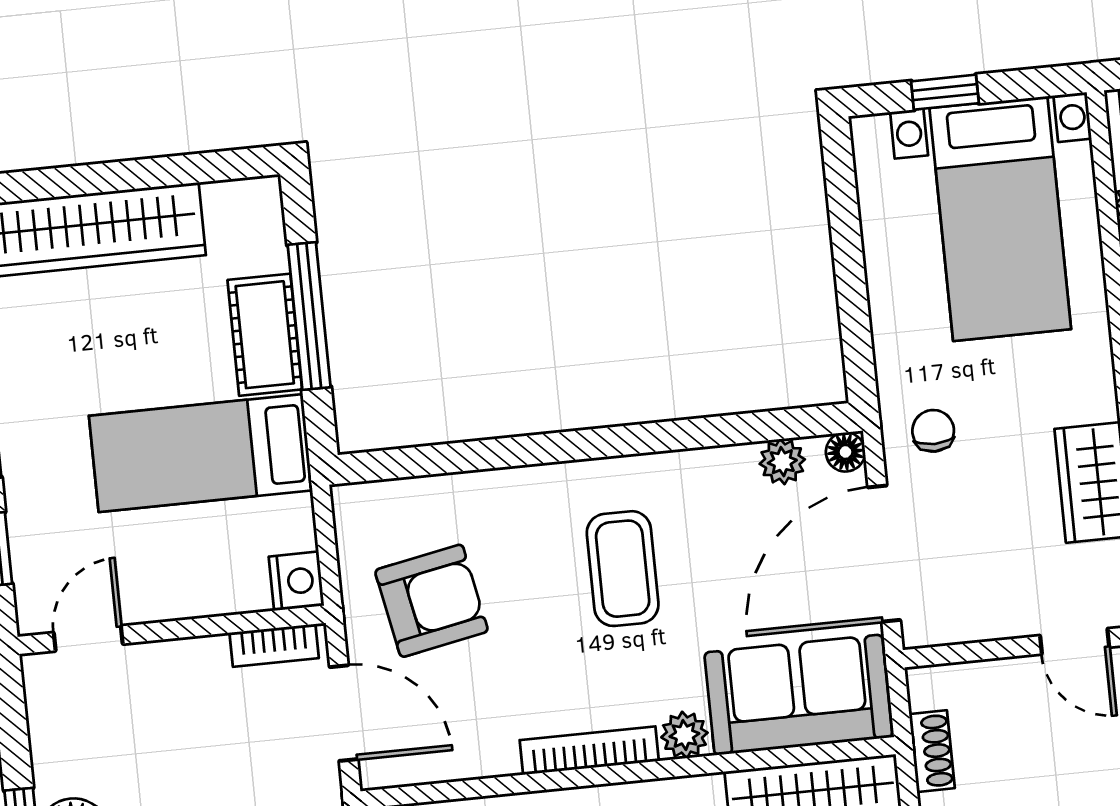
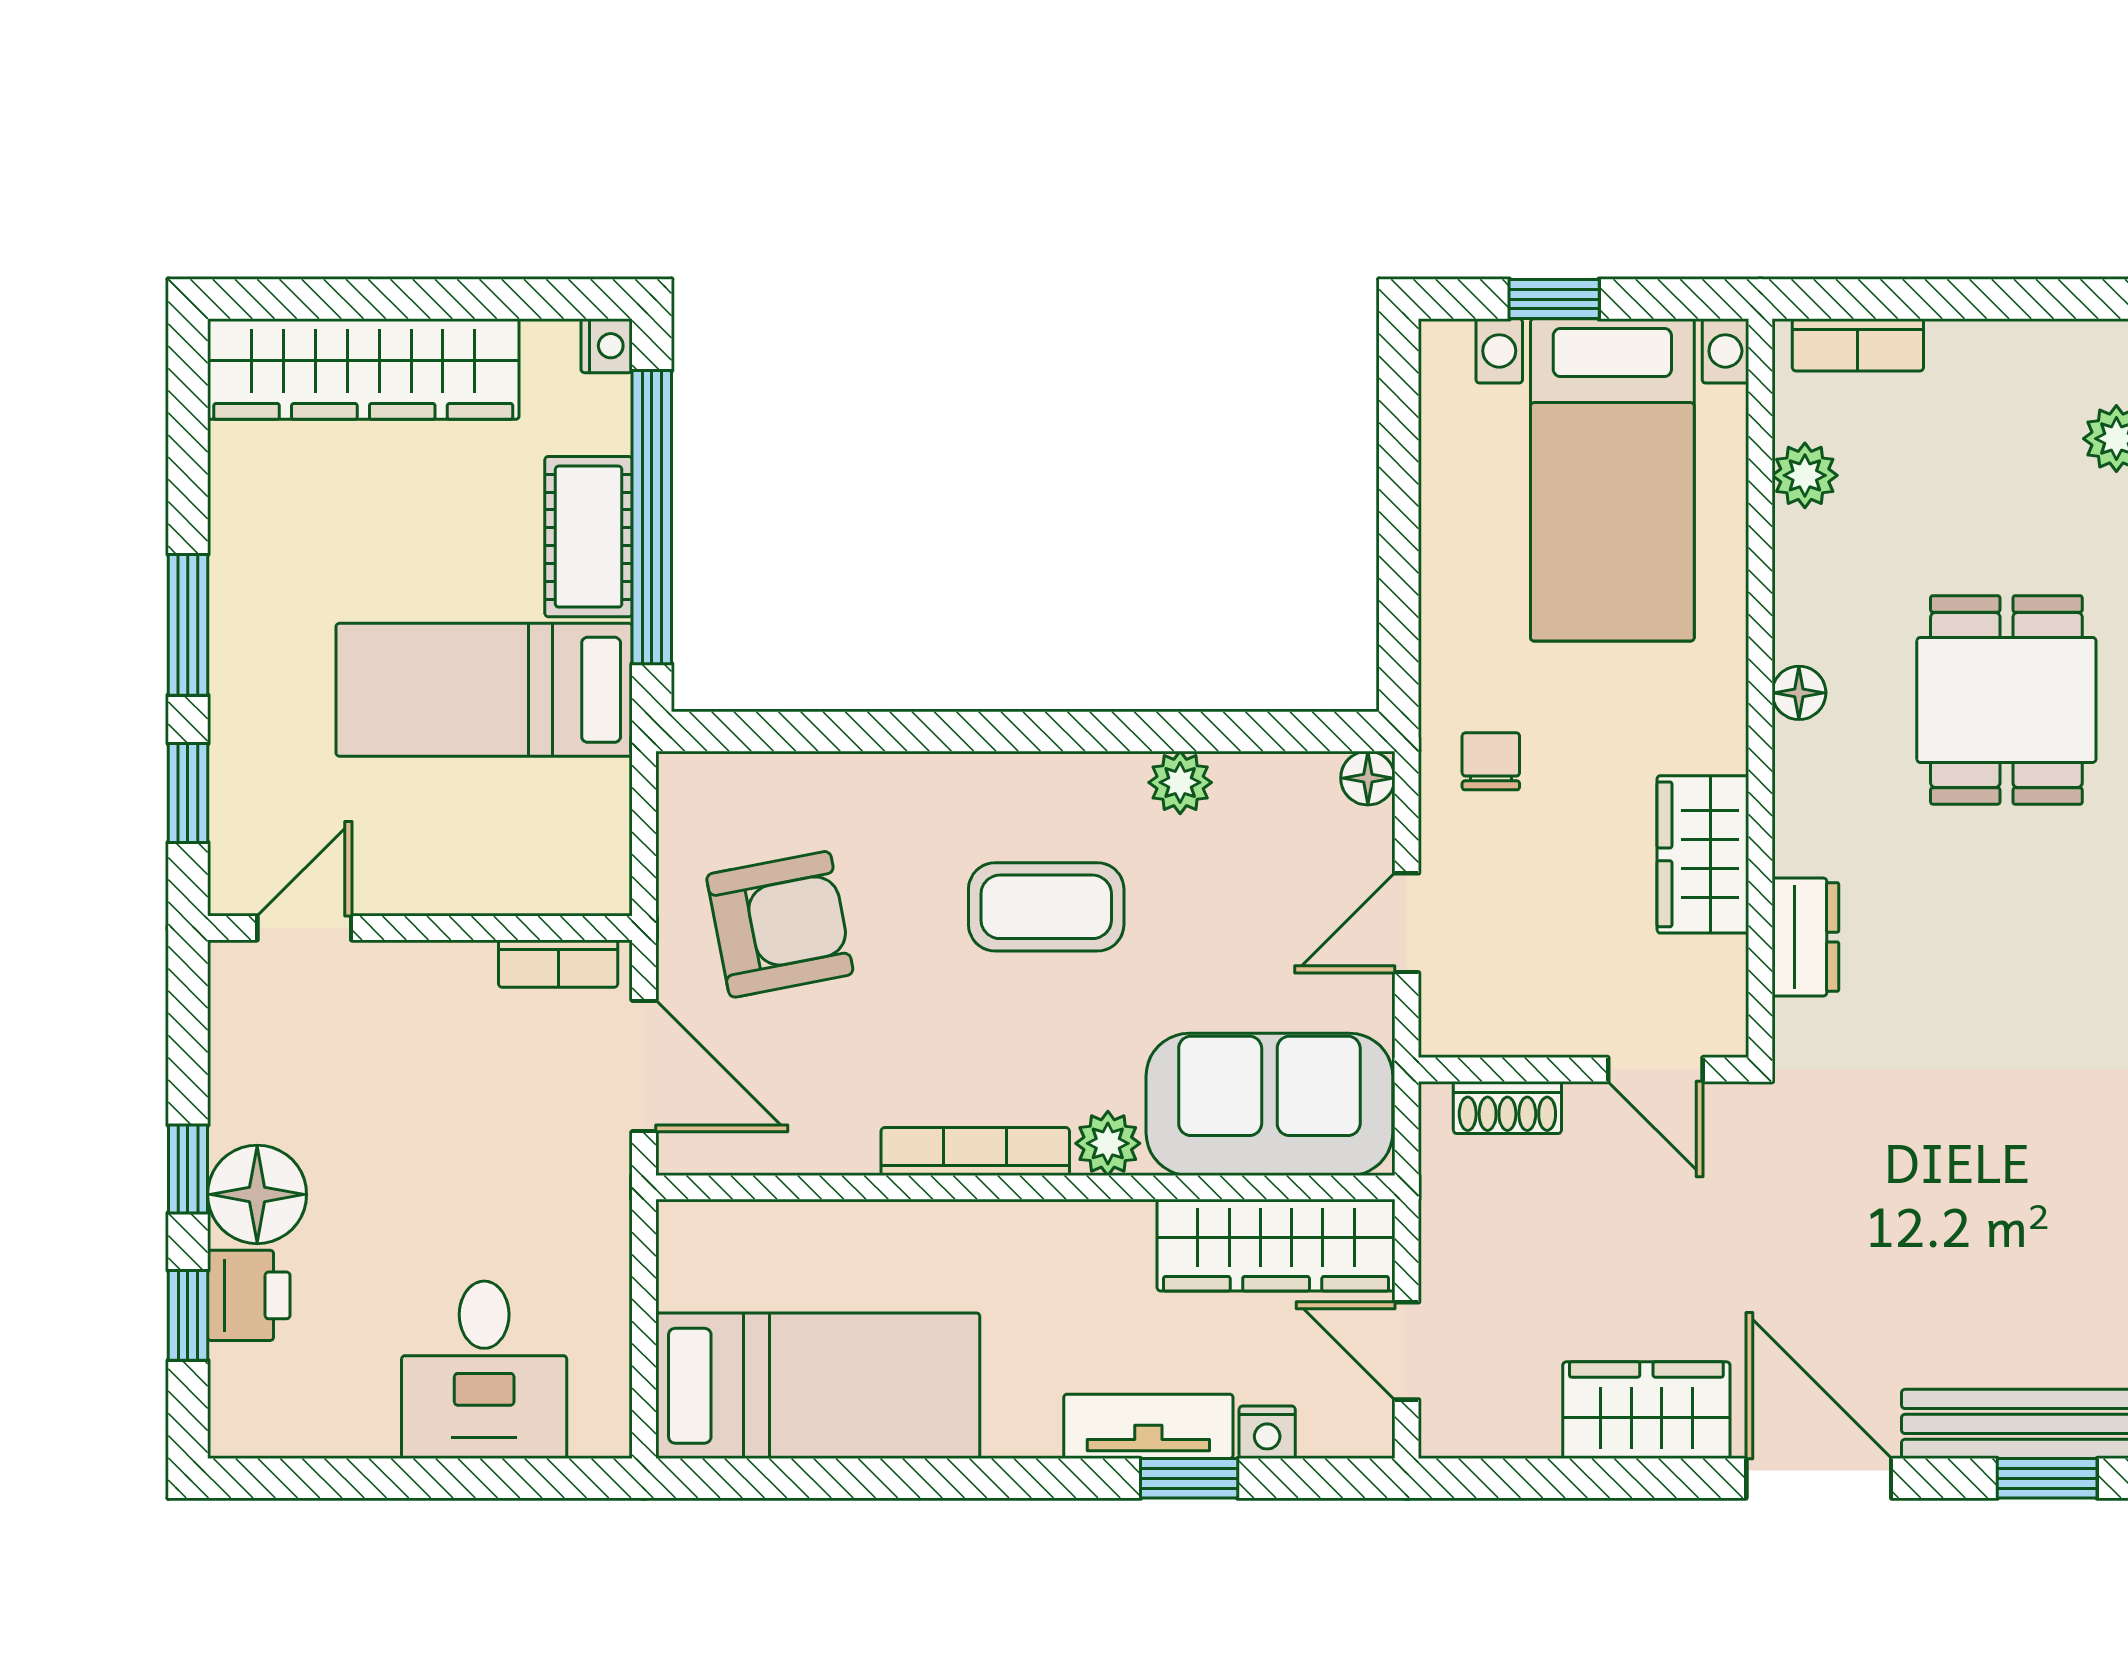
window: (309, 316) -> (652, 517), width x1.46
plant: (782, 462) -> (1180, 782), moved
door: (884, 554) -> (1407, 923), width x0.53
coffee table: (623, 569) -> (1046, 907), turned 90
nightstand: (296, 581) -> (607, 346), moved, width x0.72, depth x0.74
shoe rack: (932, 751) -> (1507, 1107), moved, turned 90

